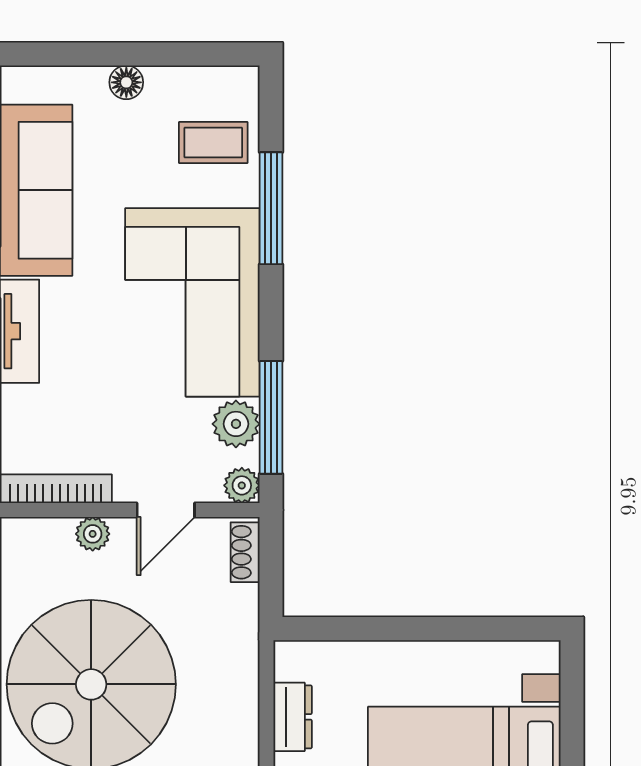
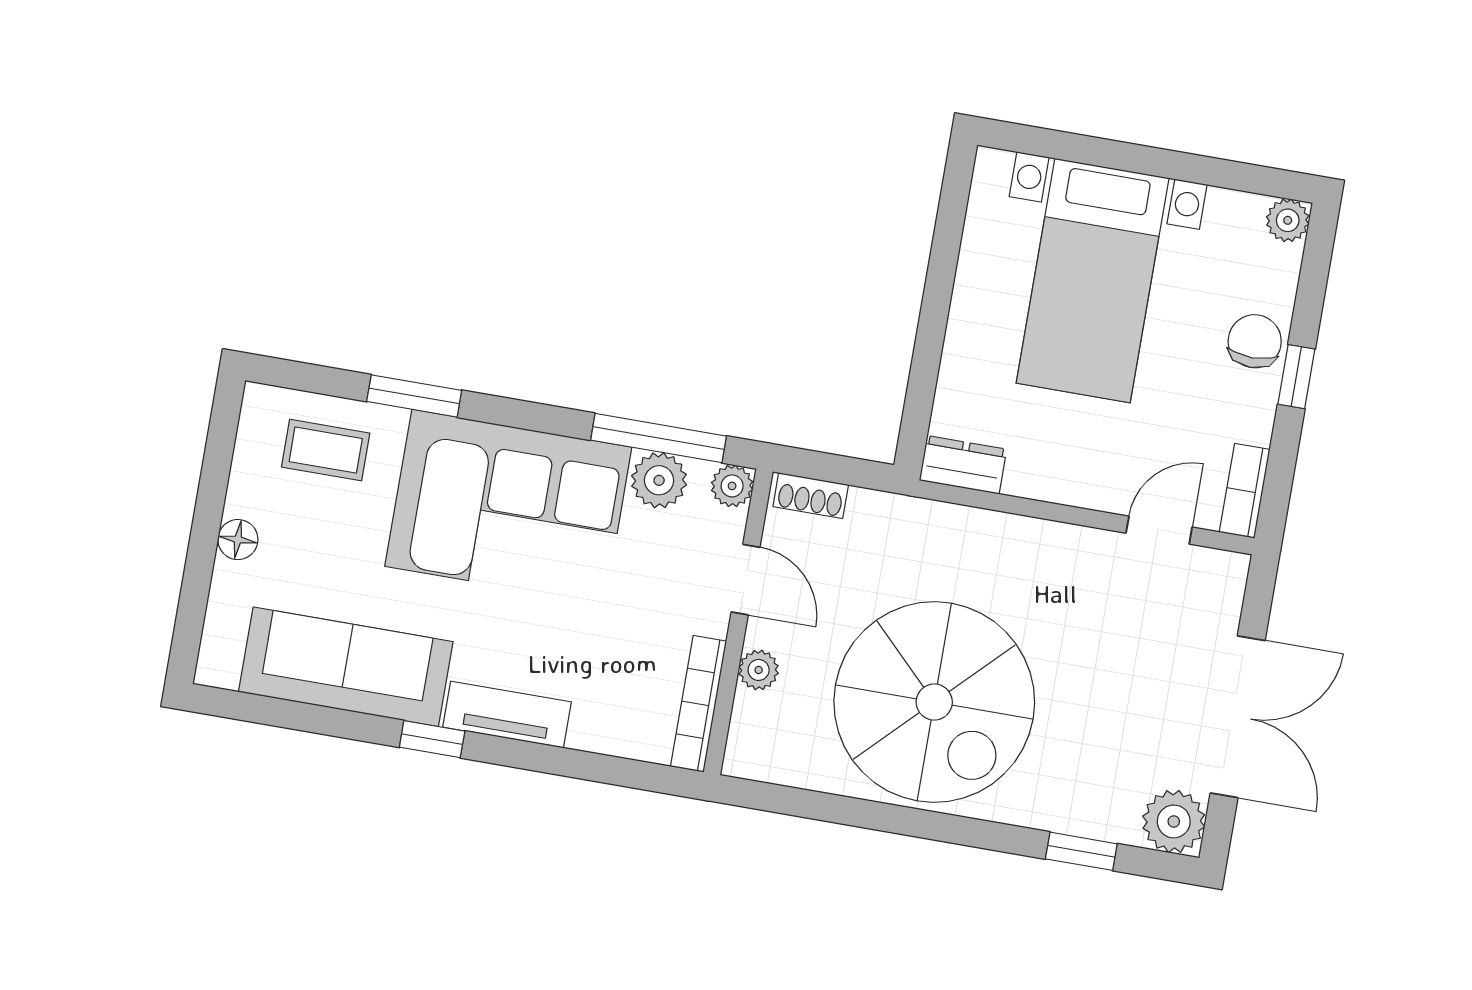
coffee table: (213, 142) -> (326, 450), turned 90
window: (271, 208) -> (414, 396), width x0.69
dresser: (293, 717) -> (963, 465), moved

